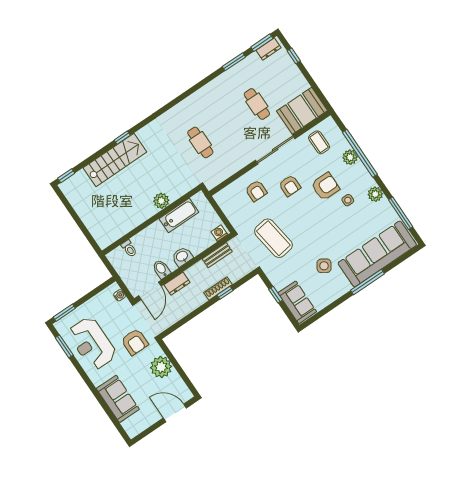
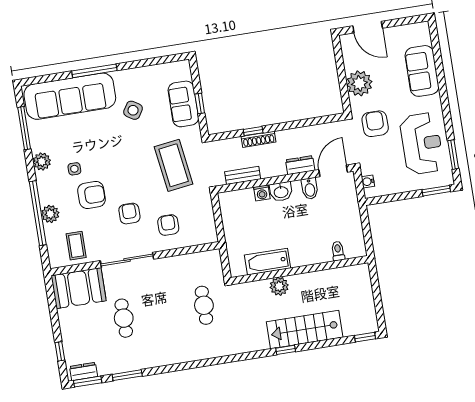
armchair: (325, 186) -> (92, 195), turned 180
plant: (161, 201) -> (279, 286), moved
bathtub: (179, 215) -> (268, 262), moved
wall: (151, 220) -> (300, 270), moved
washing machine: (219, 233) -> (262, 193), moved
toilet: (129, 249) -> (338, 251), moved
sofa: (297, 302) -> (183, 104), moved

